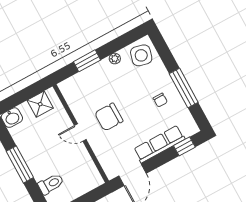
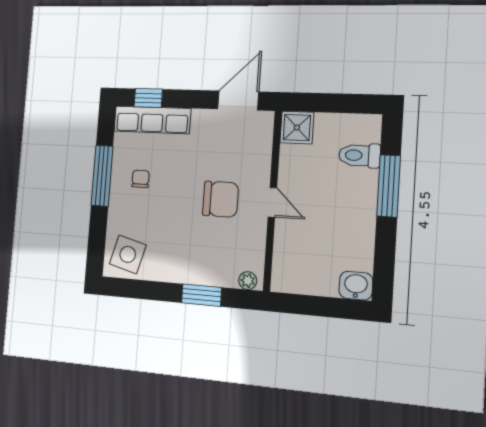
plant: (115, 59) -> (248, 281), moved
shower: (40, 104) -> (297, 128), moved
row of seats: (159, 144) -> (152, 120), moved
window: (20, 164) -> (389, 186), moved

